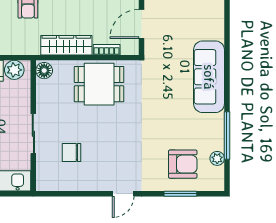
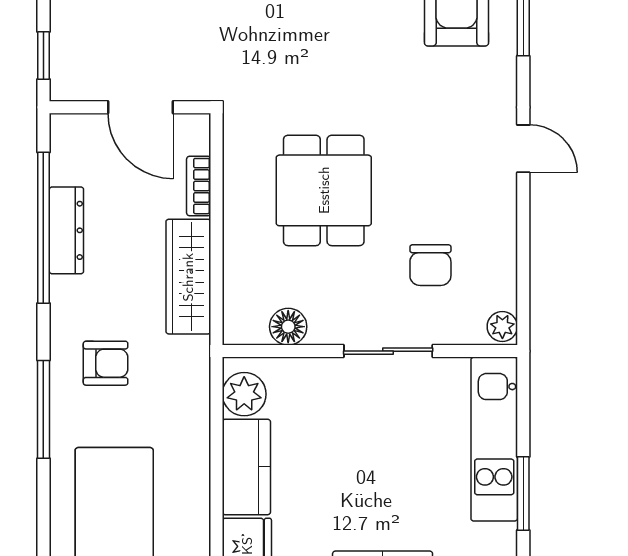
floor lamp: (44, 71) -> (288, 327), moved
dining table: (99, 84) -> (324, 190), moved
plant: (44, 184) -> (502, 326), added

